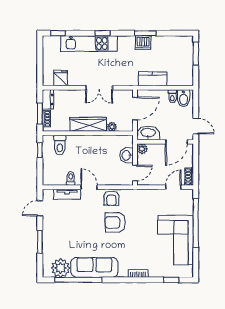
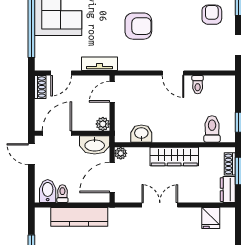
kitchen counter: (153, 79) -> (79, 217), width x1.50
plant: (112, 127) -> (121, 153), moved
washbasin: (127, 155) -> (141, 134), moved, turned -90
tv unit: (67, 194) -> (100, 64), moved
armchair: (111, 198) -> (212, 15), moved

